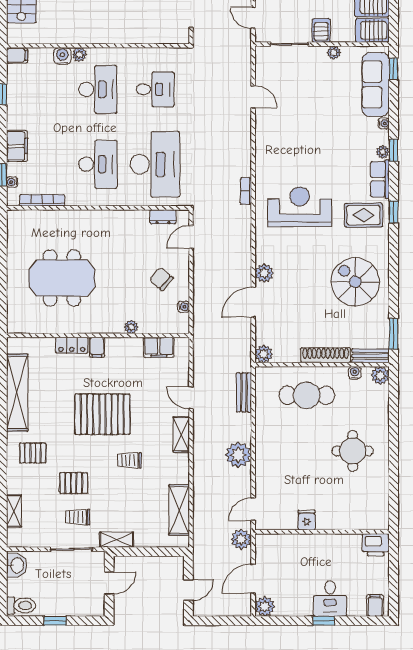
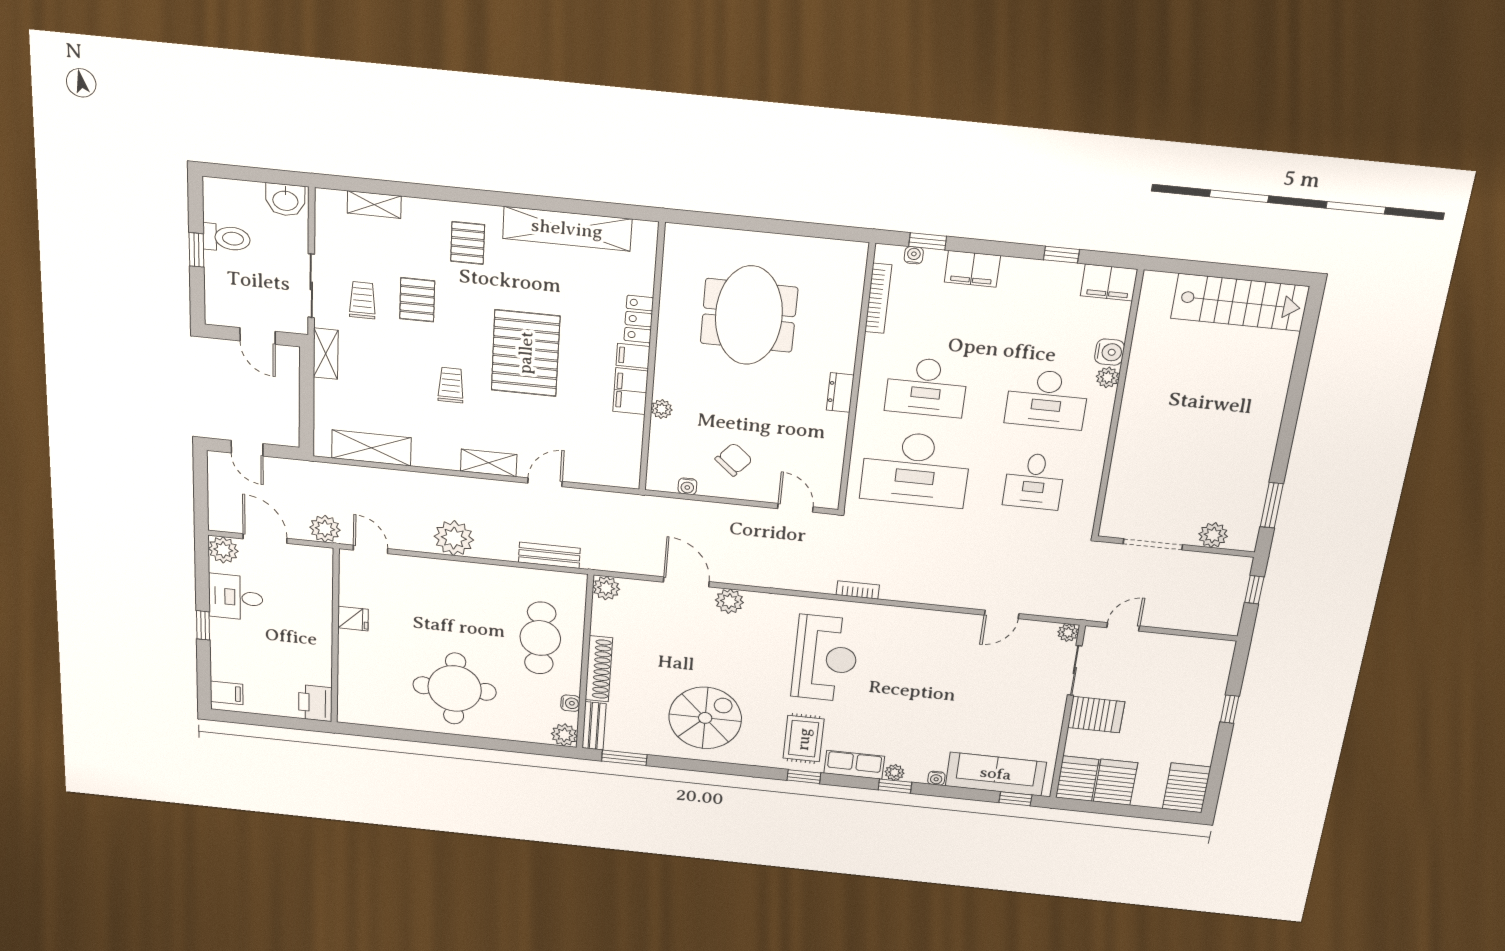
server rack: (321, 30) -> (1096, 715), width x1.36, depth x1.44
plant: (334, 53) -> (1068, 633), moved
filing cabinet: (17, 55) -> (1109, 283), width x2.00
dresser: (163, 217) -> (840, 392), moved
filing cabinet: (159, 347) -> (630, 391), moved
round table: (353, 451) -> (455, 689), width x1.36, depth x1.36
desk: (330, 598) -> (236, 597), moved
toilet: (21, 605) -> (226, 238), moved, turned -90

